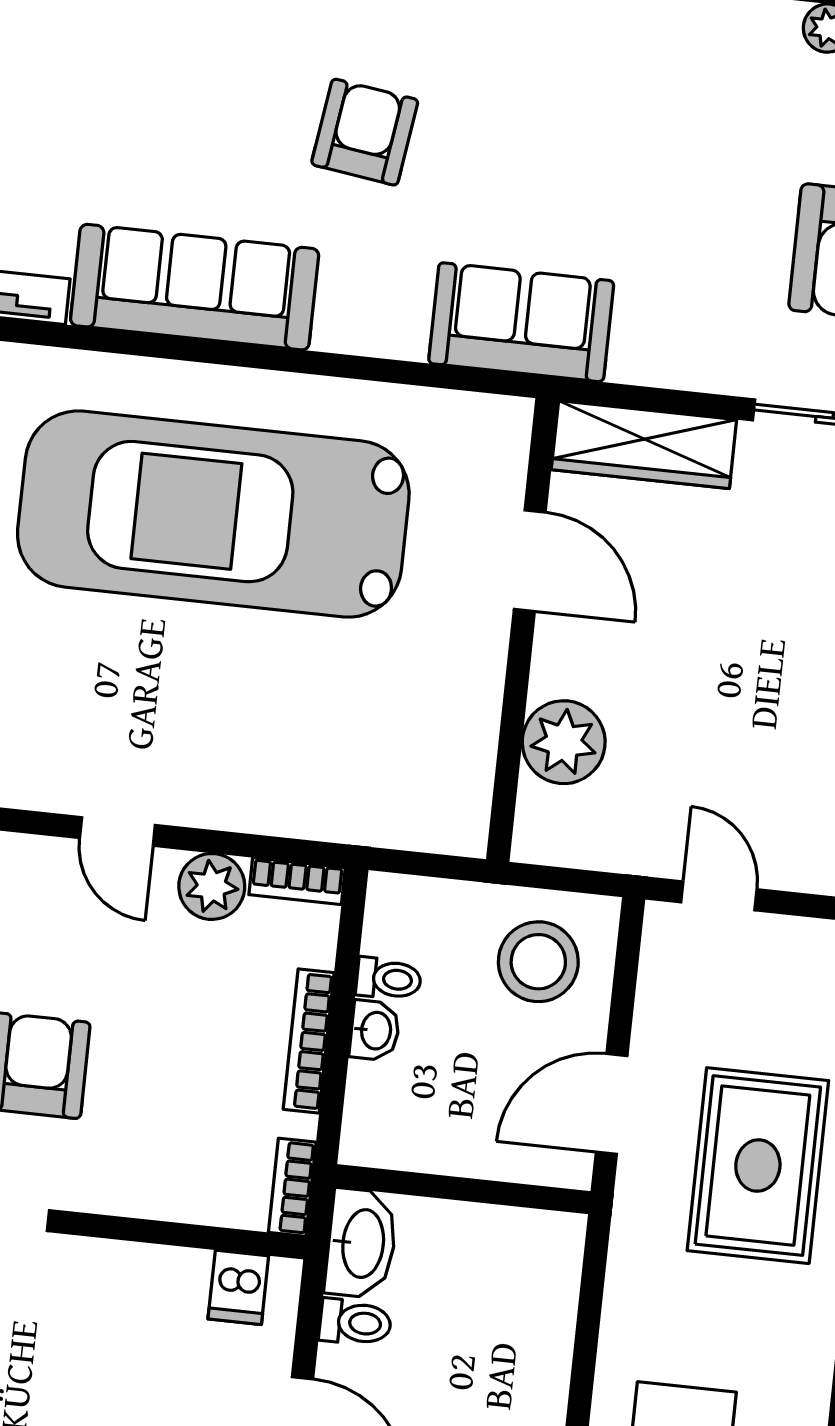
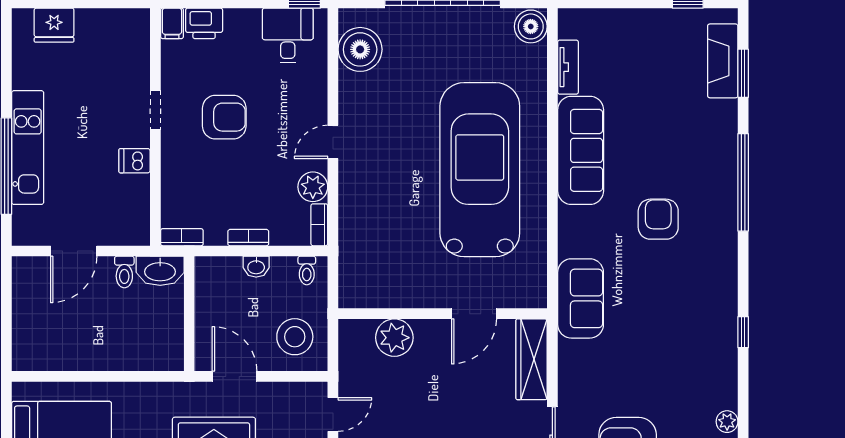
armchair: (365, 132) -> (658, 219), turned -98
toilet: (389, 979) -> (307, 270), moved
bookcase: (309, 1041) -> (248, 238), width x0.64
dishwasher: (238, 1287) -> (134, 161), moved

